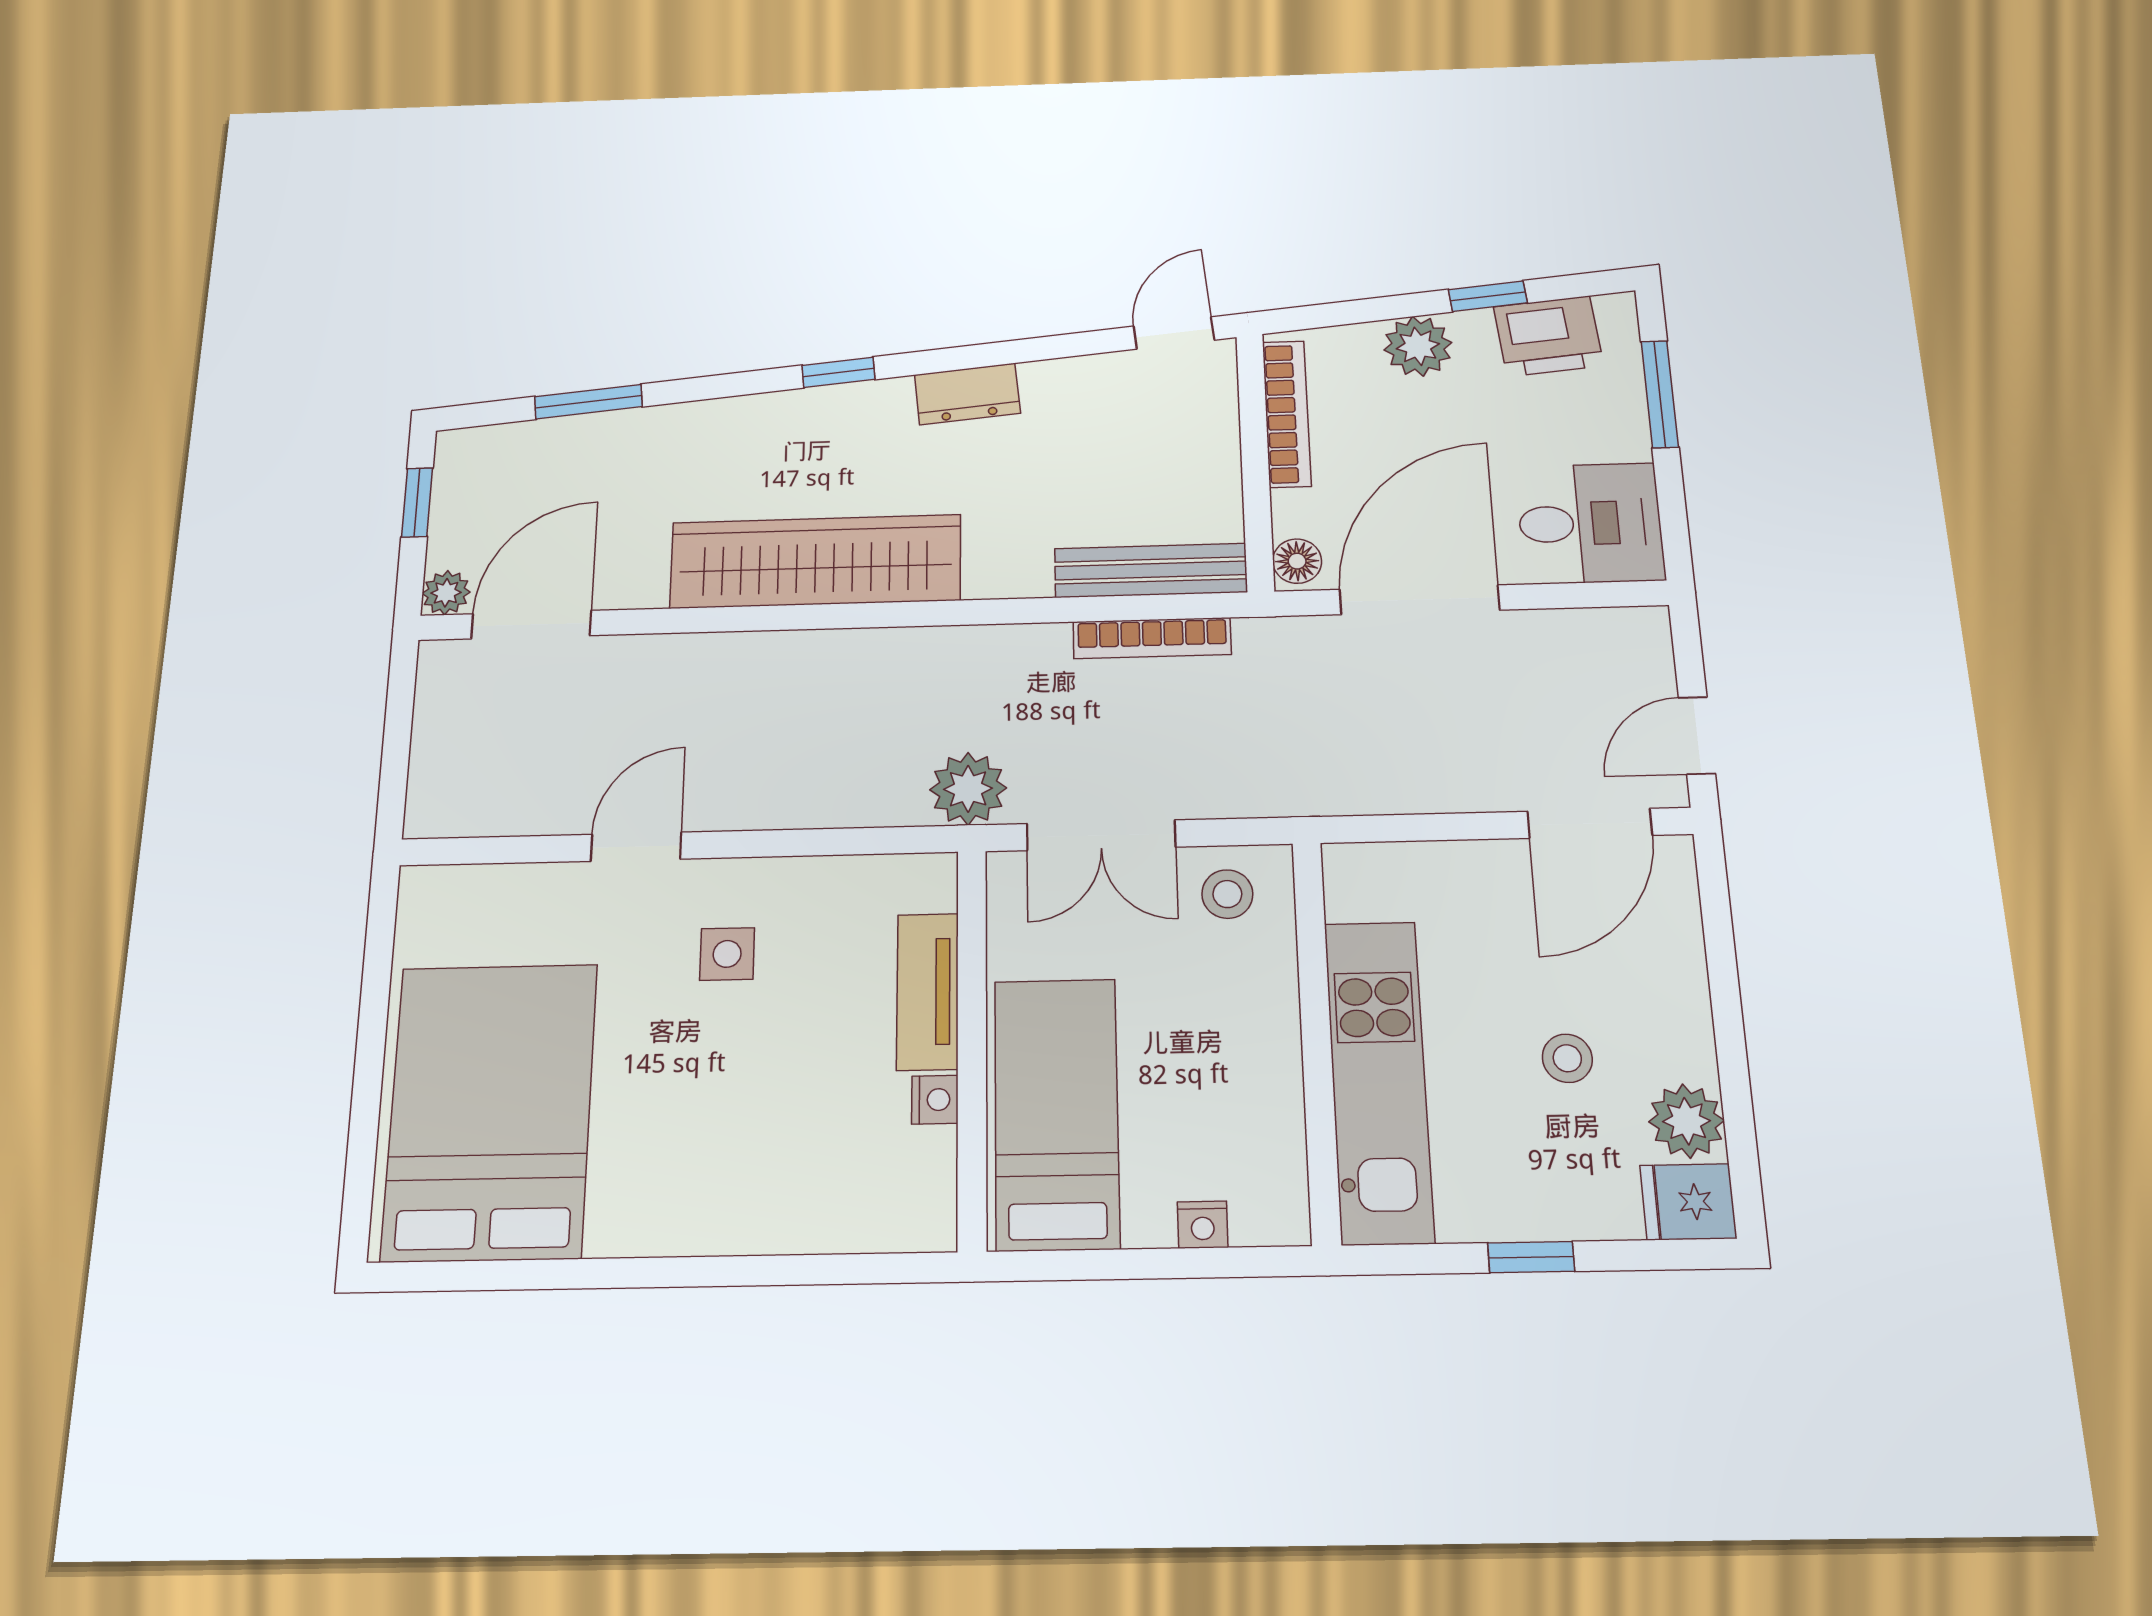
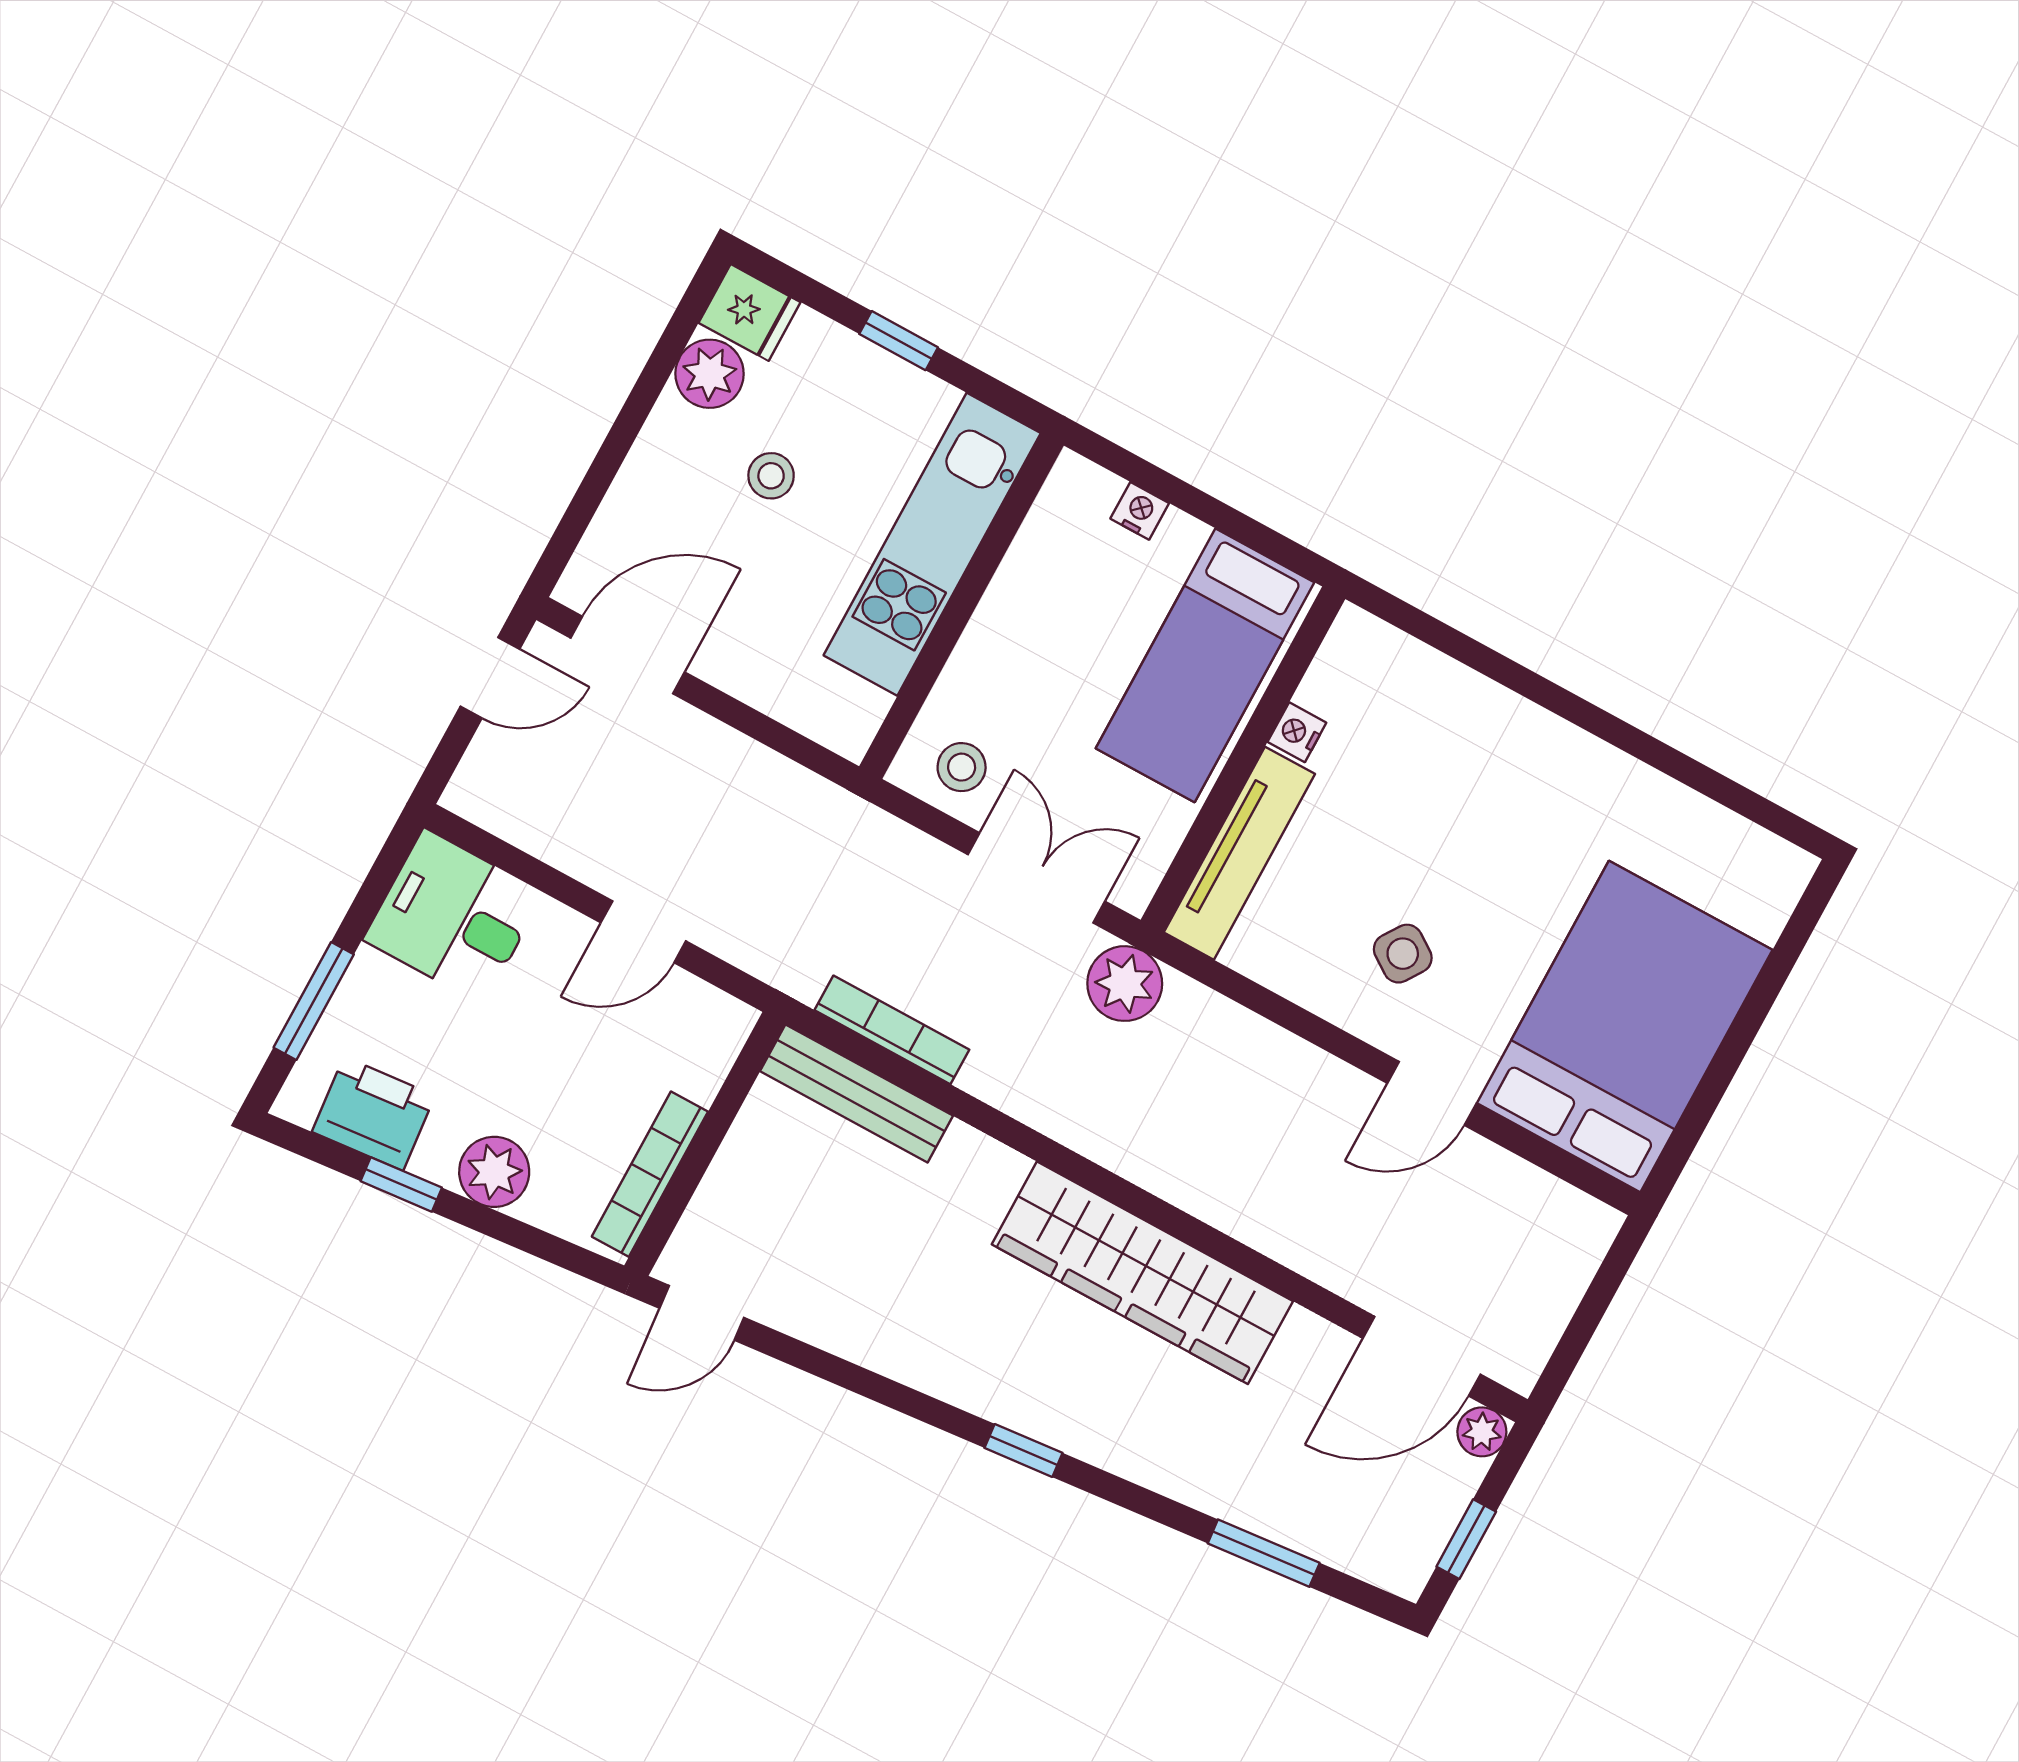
dresser: (967, 394) -> (920, 1360), removed
floor lamp: (1297, 561) -> (726, 1029), removed
door: (1420, 600) -> (643, 932), width x0.53
side table: (727, 954) -> (1403, 954), turned 34
tv unit: (928, 991) -> (1239, 853), width x1.41
bed: (490, 1111) -> (1625, 1026), moved, turned 180

